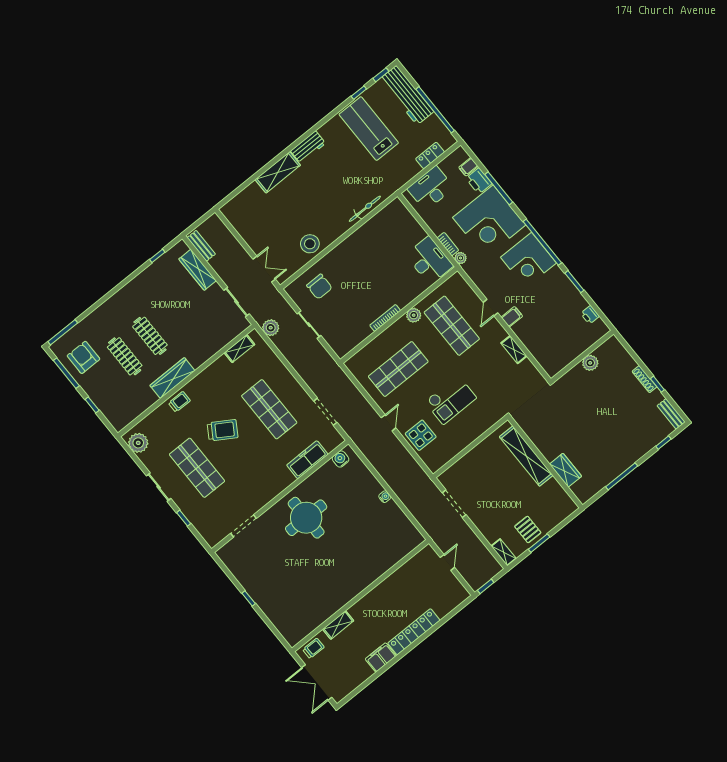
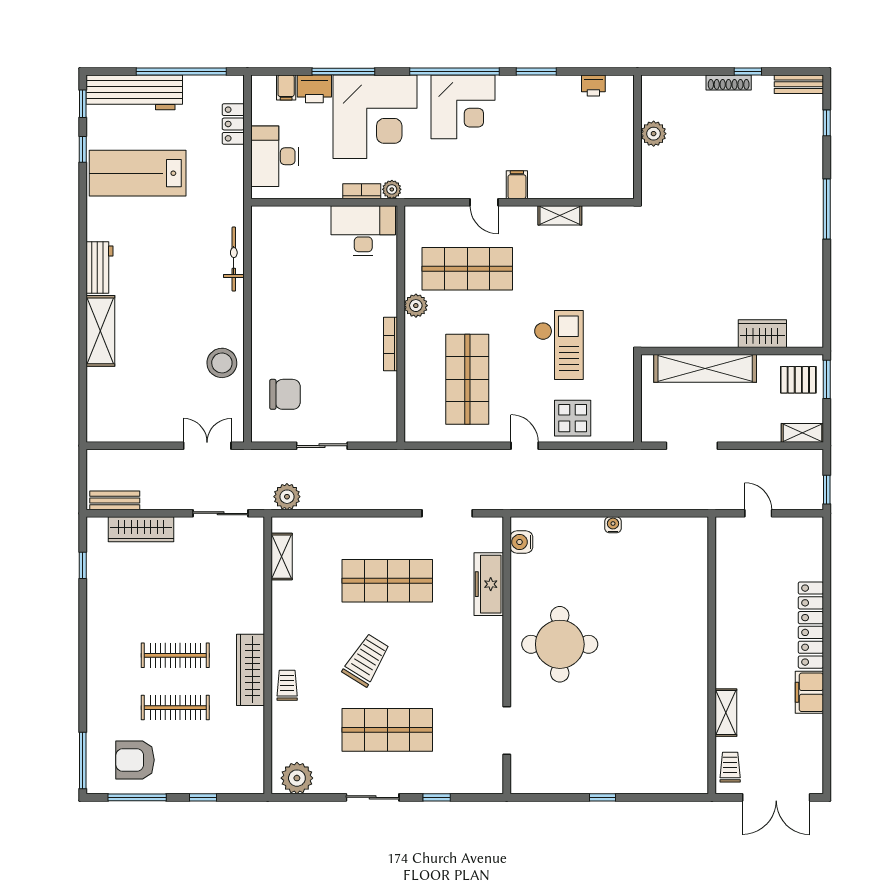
shelving: (526, 456) -> (705, 368), moved
wall: (545, 462) -> (732, 351), moved
wardrobe: (566, 470) -> (762, 334), moved

